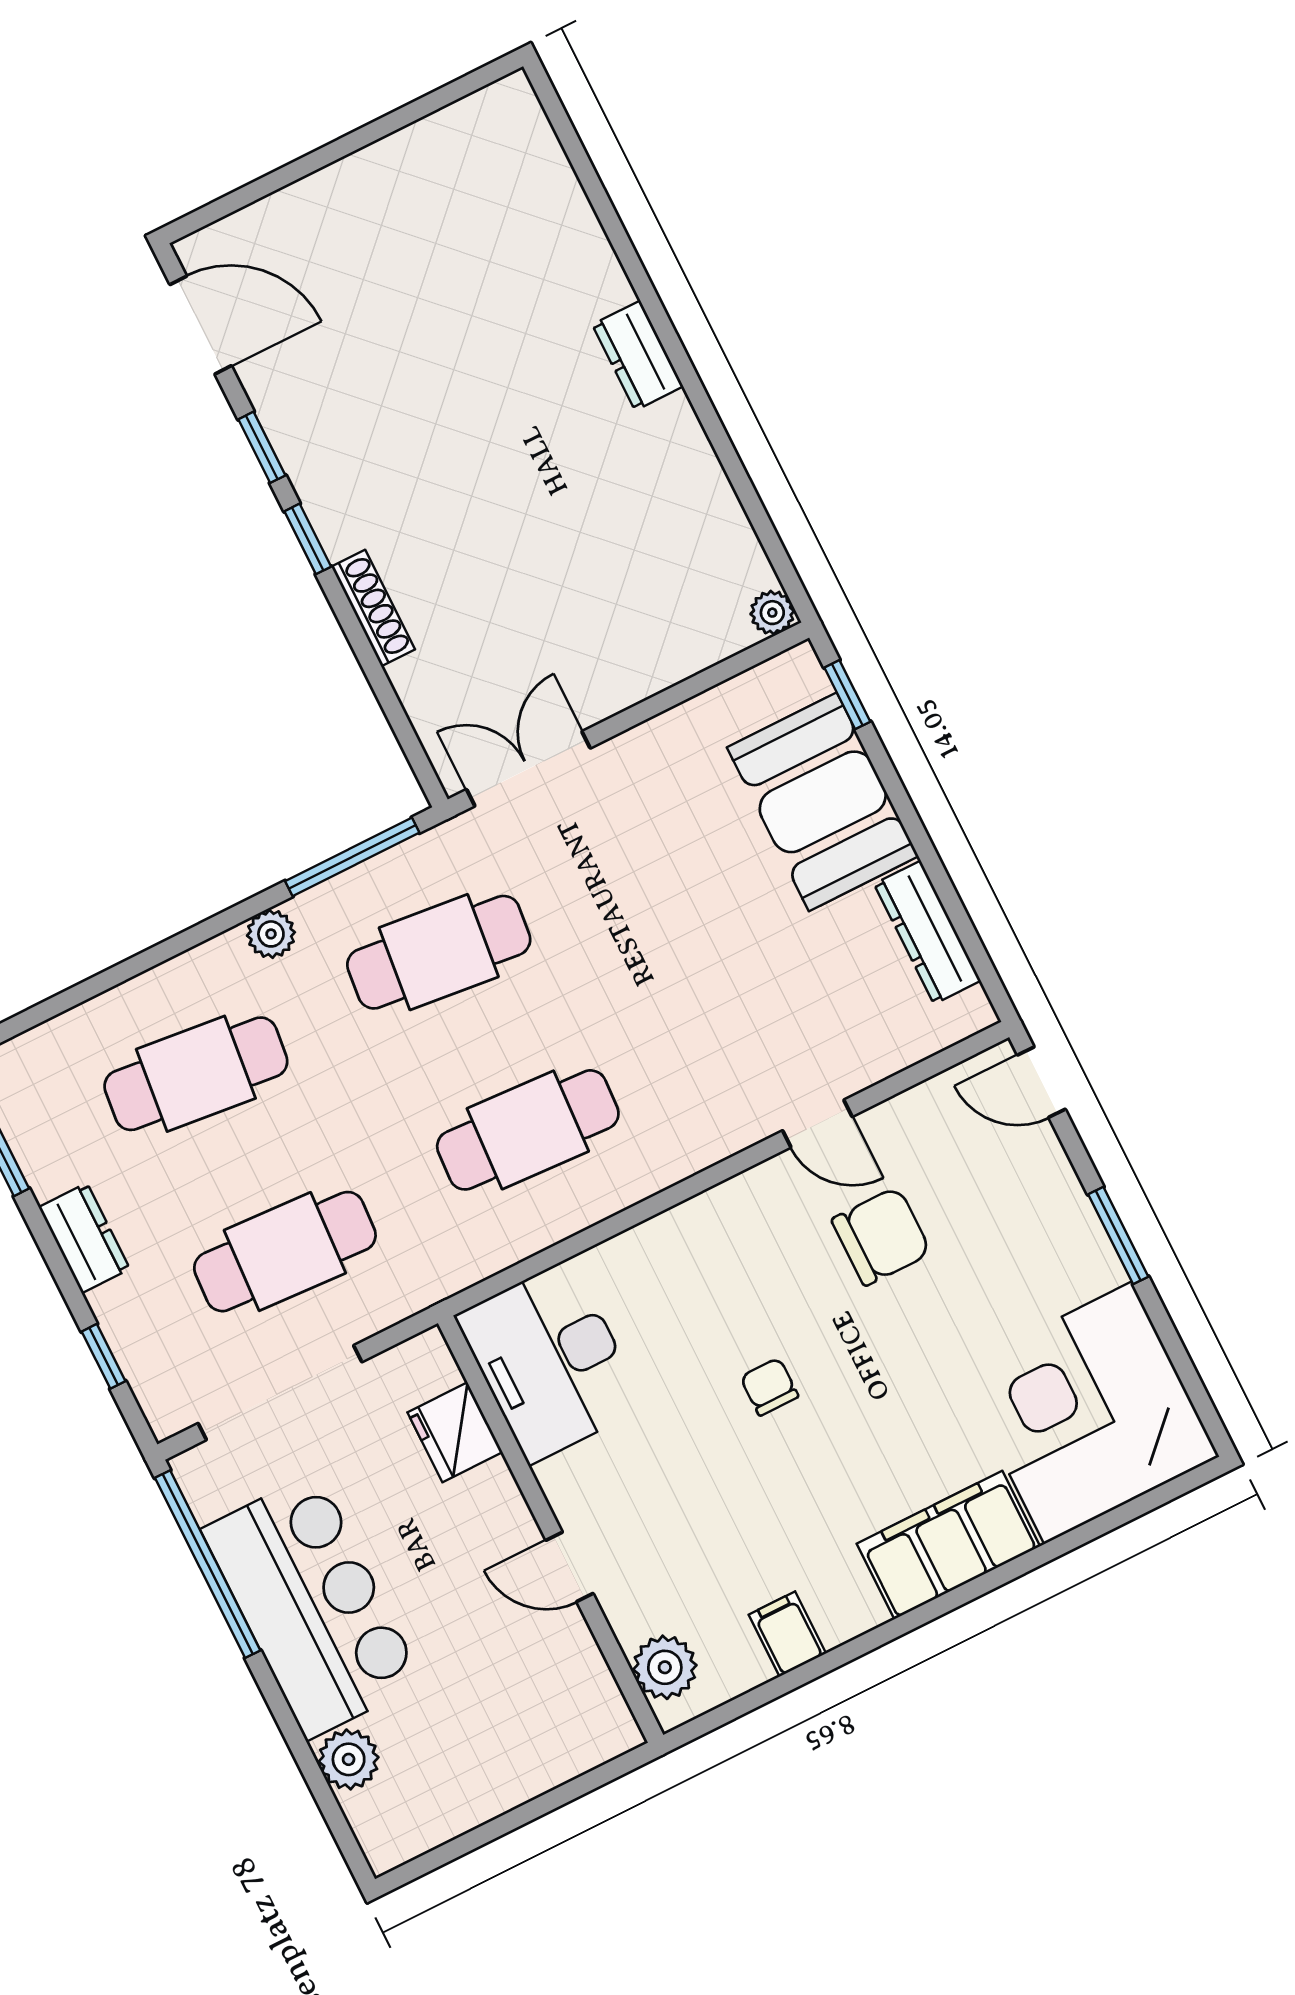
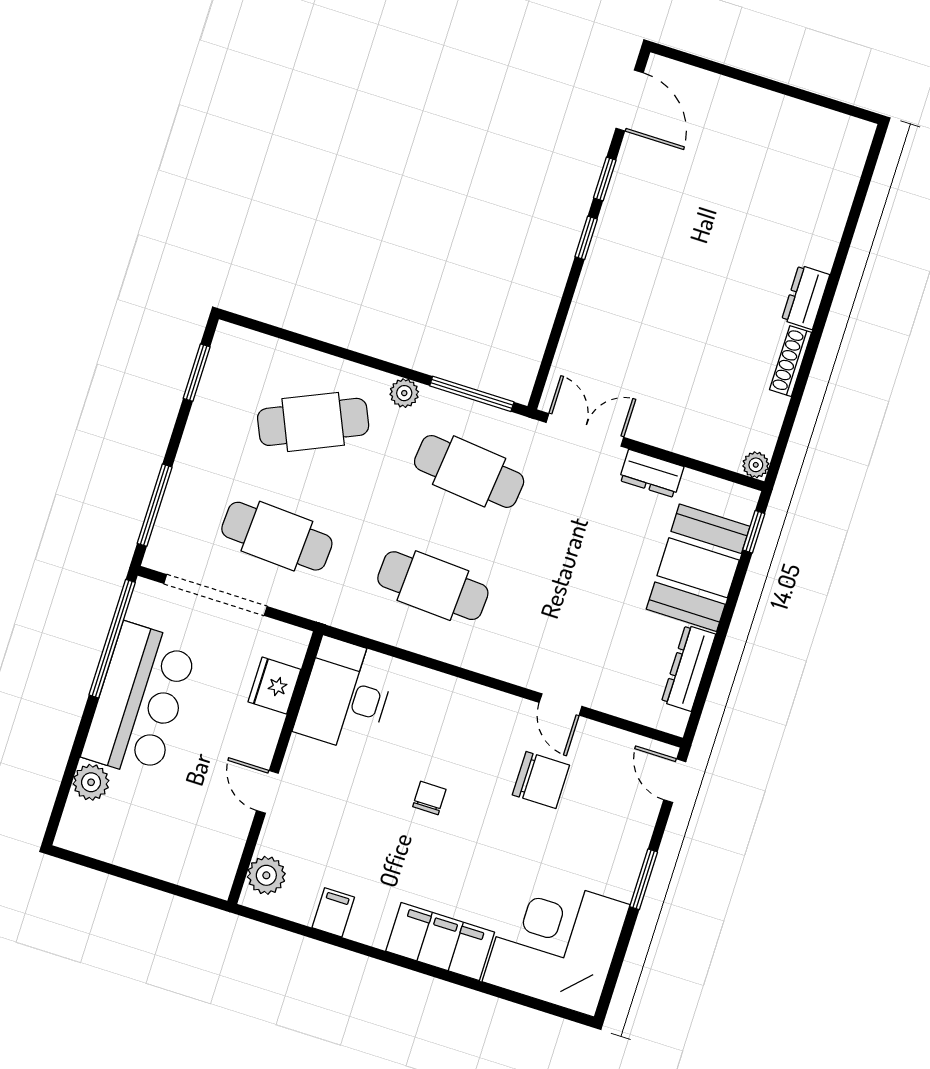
shoe rack: (373, 608) -> (791, 361), moved, turned 180
cafe table: (196, 1074) -> (313, 422), turned -30
dresser: (84, 1238) -> (652, 473), moved, turned 90
window: (104, 1356) -> (155, 505), width x2.17

